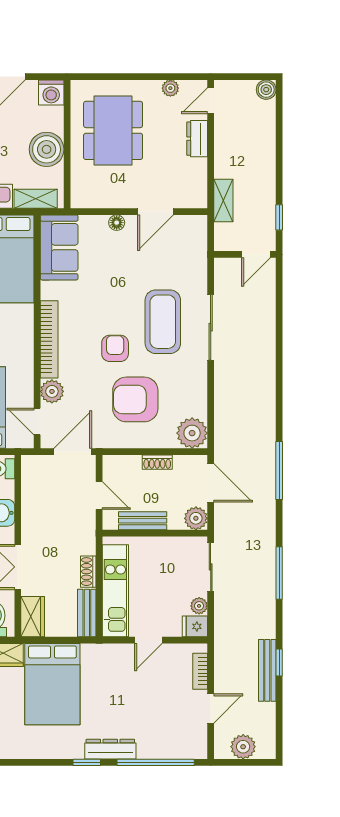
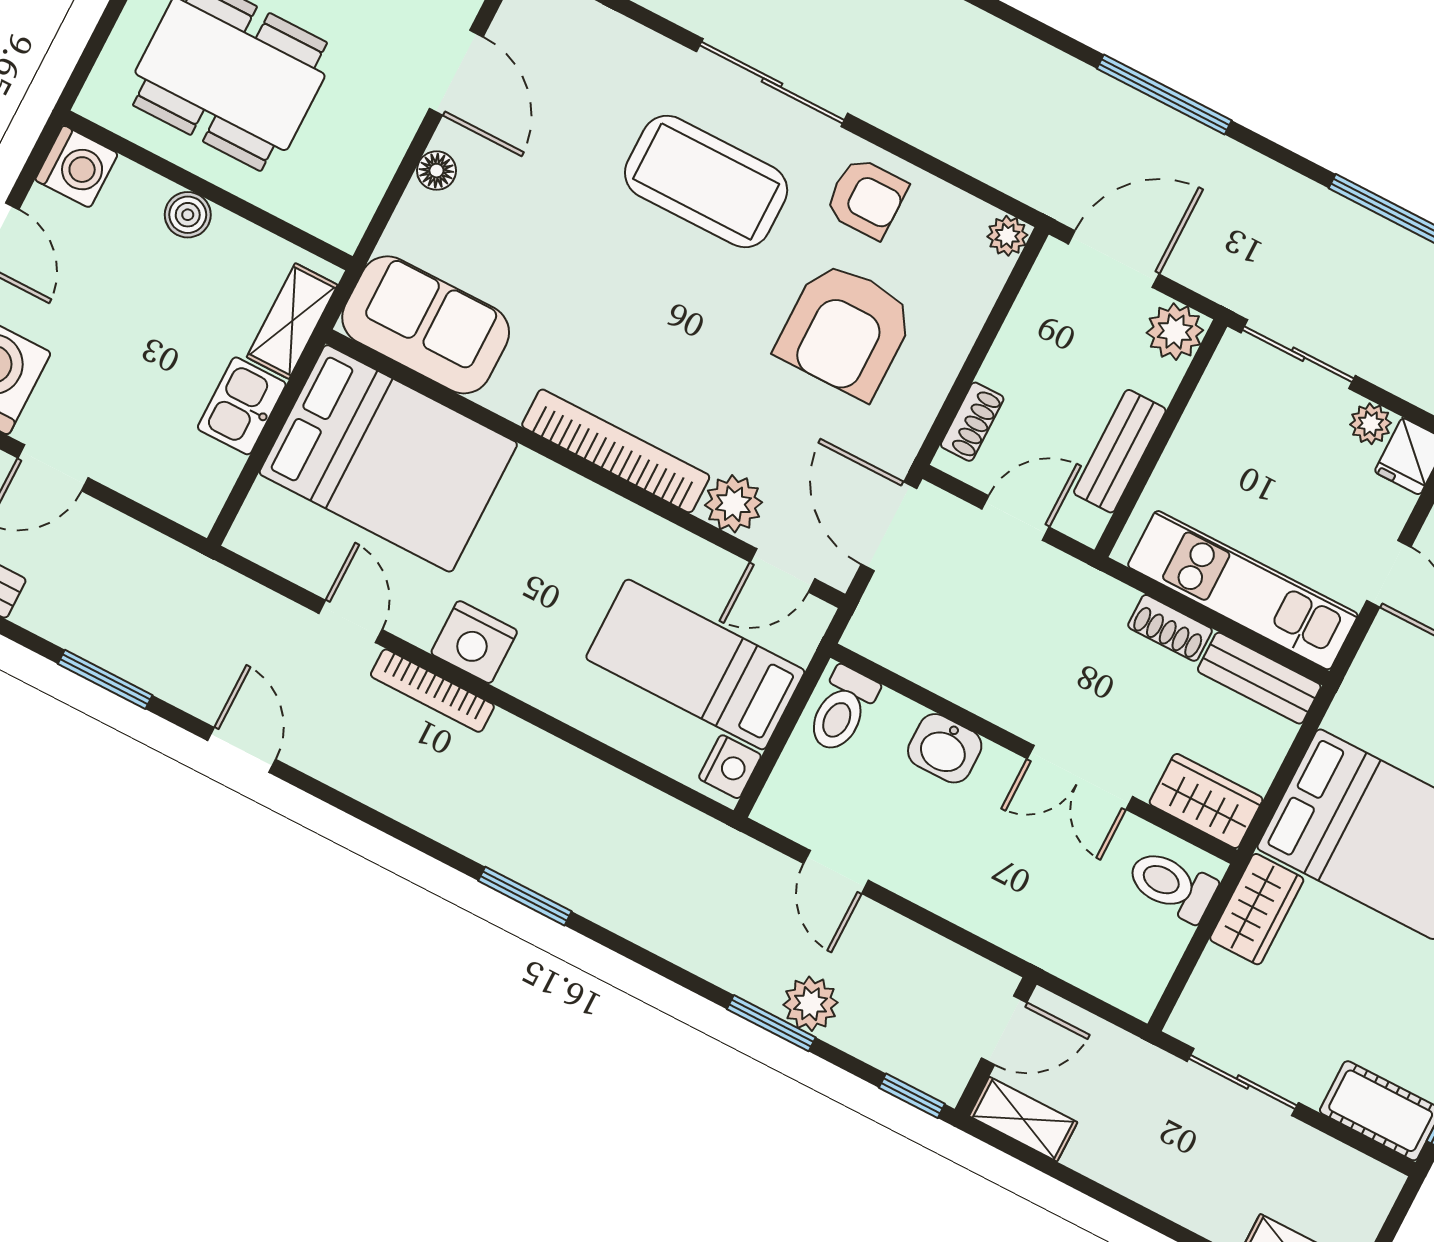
boiler: (47, 149) -> (188, 215), width x0.54, depth x0.54
armchair: (115, 348) -> (866, 198), moved, turned 180
plant: (192, 433) -> (1007, 236), width x0.53, depth x0.53
shoe rack: (157, 462) -> (972, 422), moved

